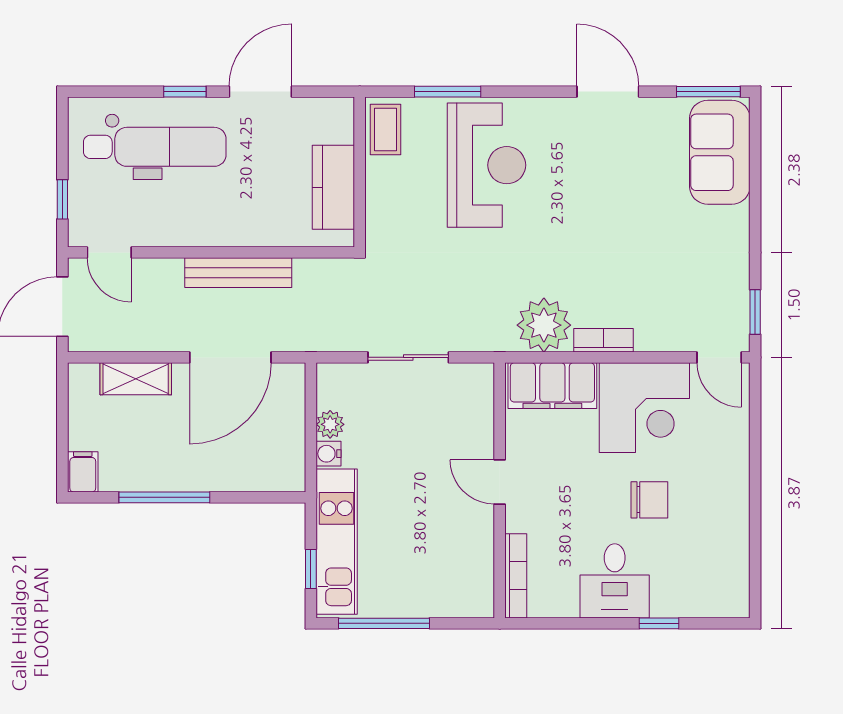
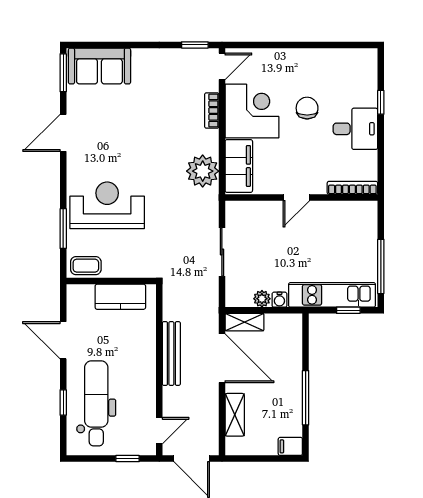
window: (185, 92) -> (63, 403), moved
bookcase: (604, 340) -> (212, 110), moved
shelving: (291, 395) -> (245, 322), added

